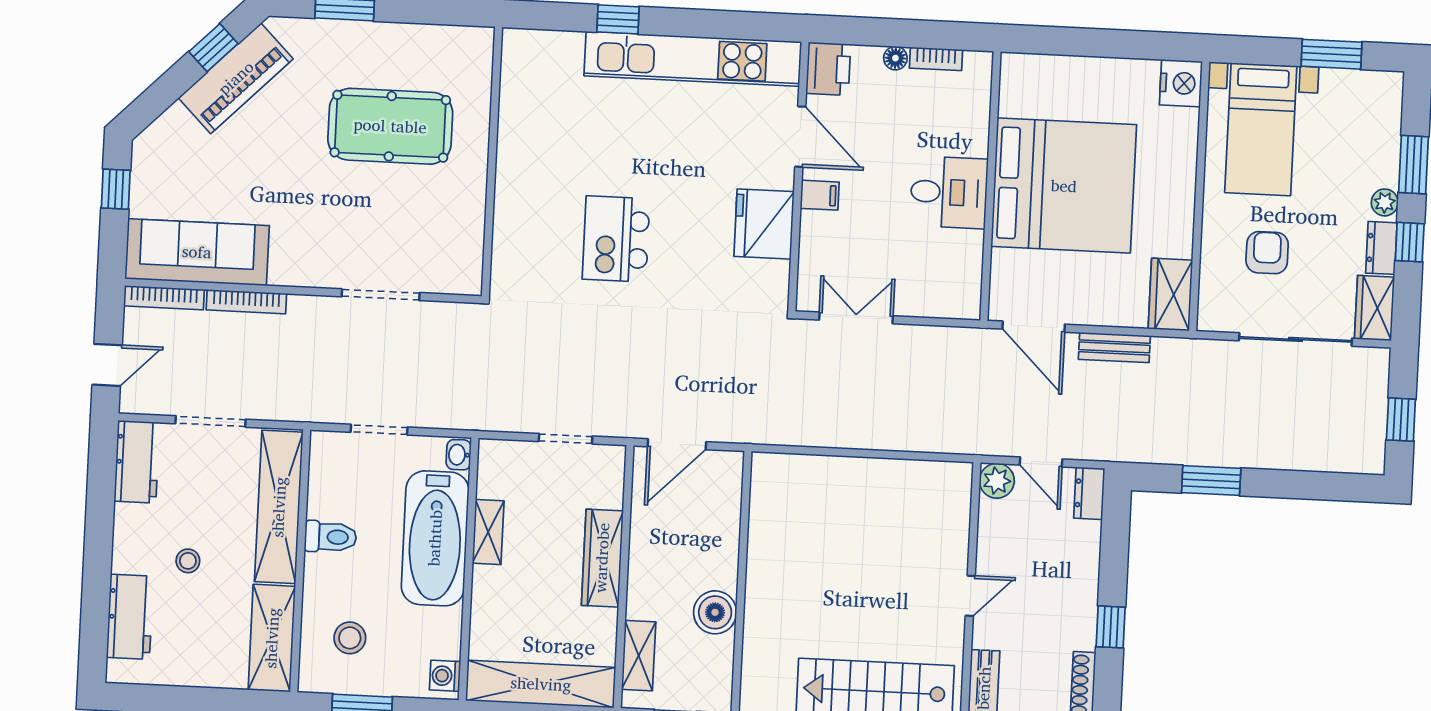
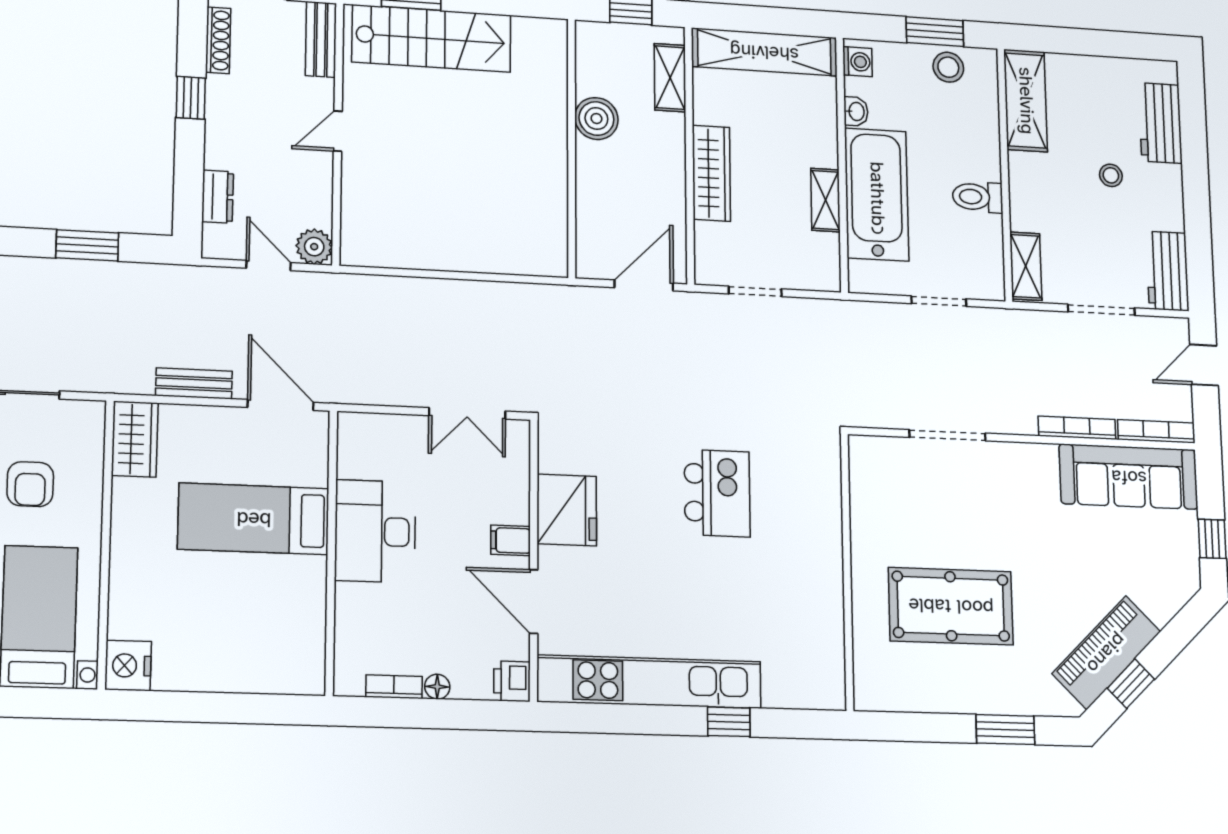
printer: (828, 69) -> (512, 681), width x0.73, depth x0.81
bed: (1064, 186) -> (254, 519), width x0.49
desk: (949, 192) -> (375, 531), width x1.37
washbasin: (459, 455) -> (856, 111), moved
dresser: (1089, 493) -> (218, 197), moved
shelving: (279, 507) -> (1026, 266), width x0.45, depth x0.75
stool: (350, 638) -> (948, 67), moved

